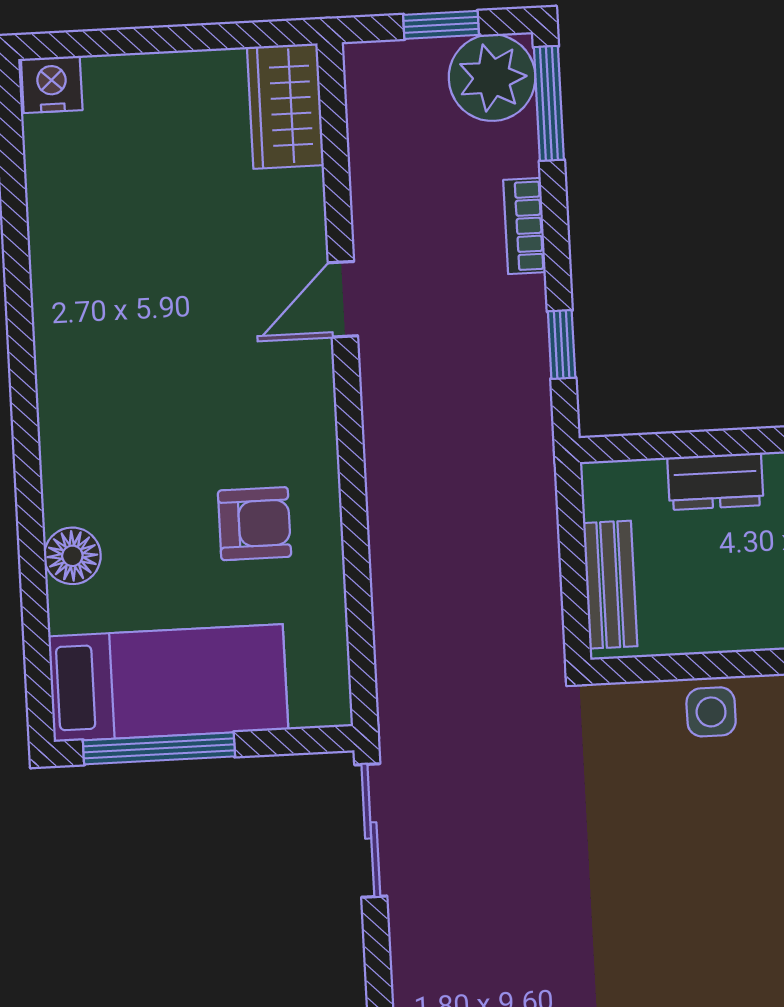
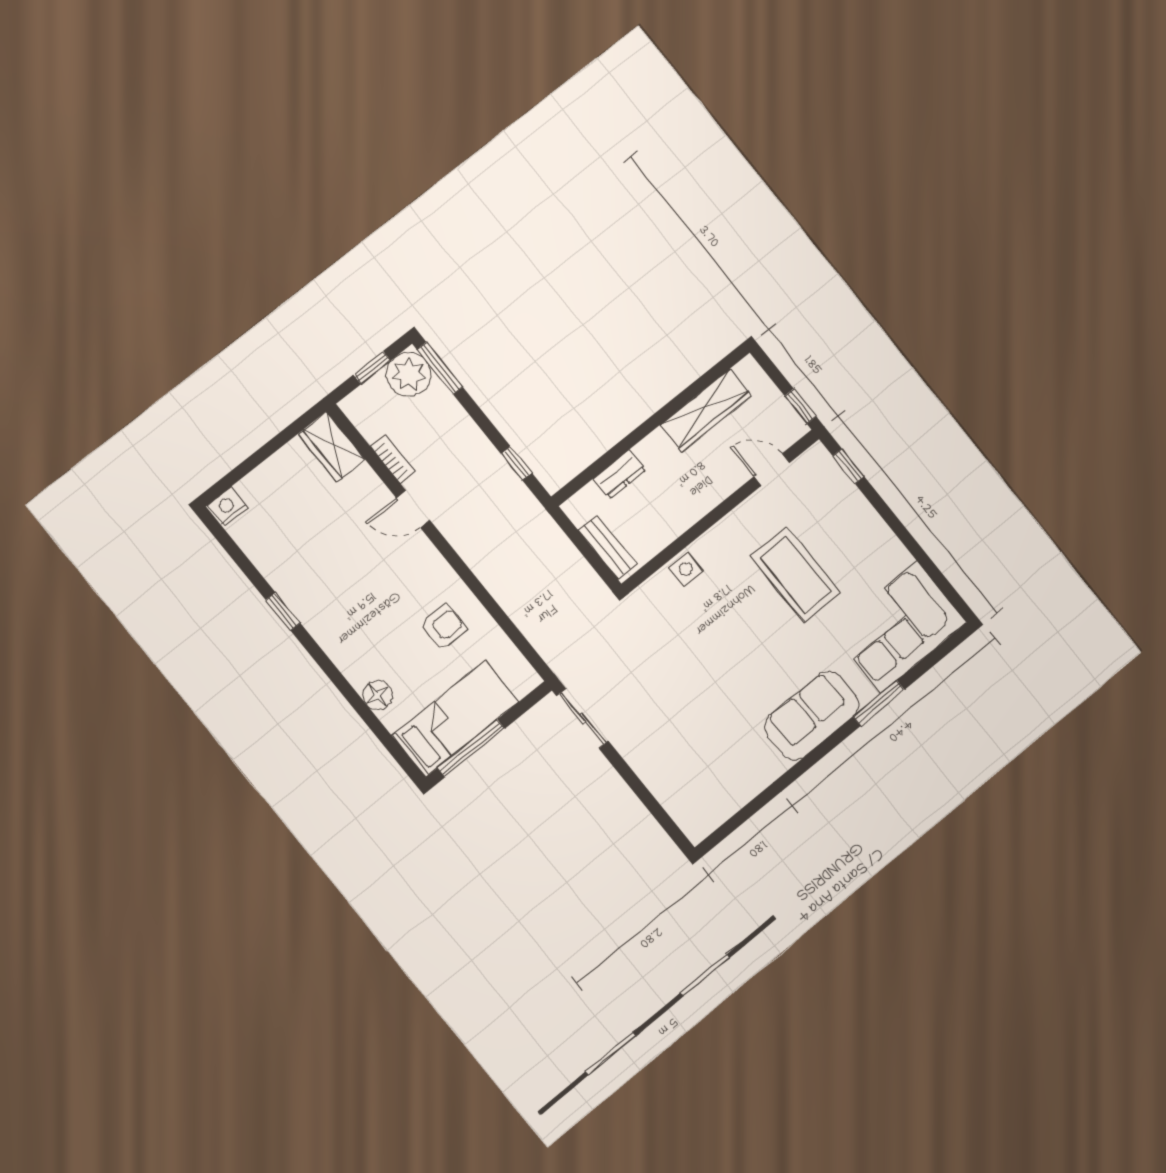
bookcase: (524, 226) -> (393, 459), moved, turned 180
door: (343, 299) -> (413, 509), hinge flipped
window: (19, 314) -> (283, 611), added

